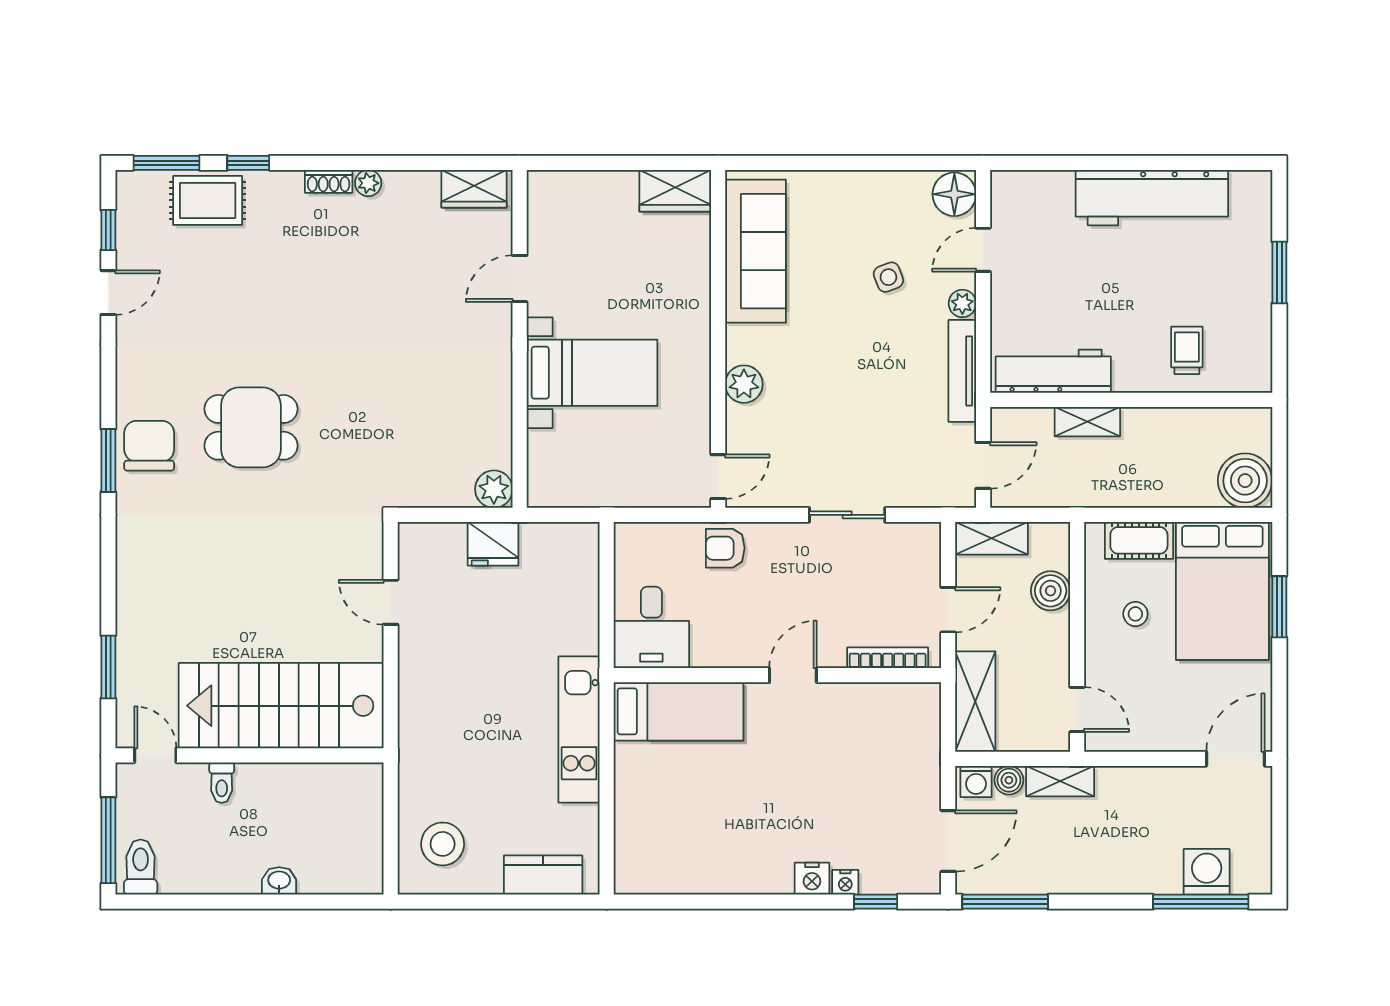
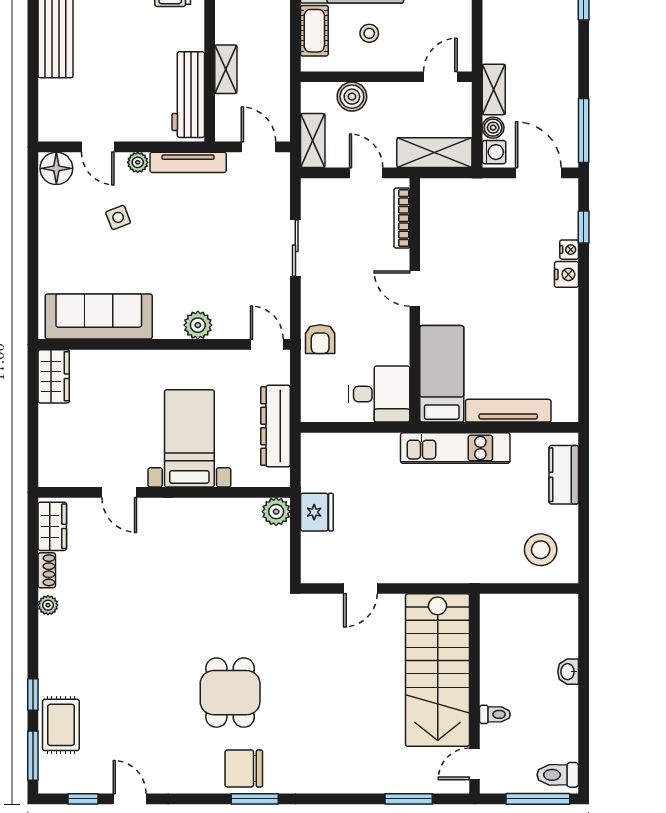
shoe rack: (329, 181) -> (47, 570), moved
dresser: (609, 488) -> (276, 426), added
tv unit: (629, 800) -> (508, 411), added

